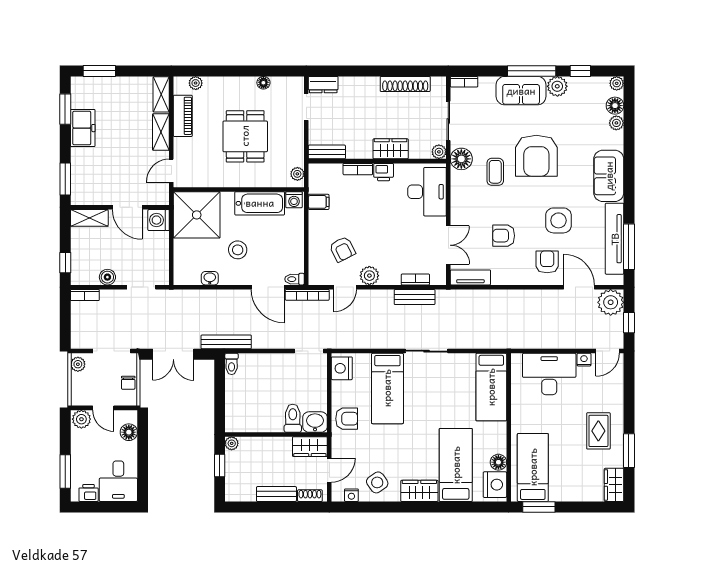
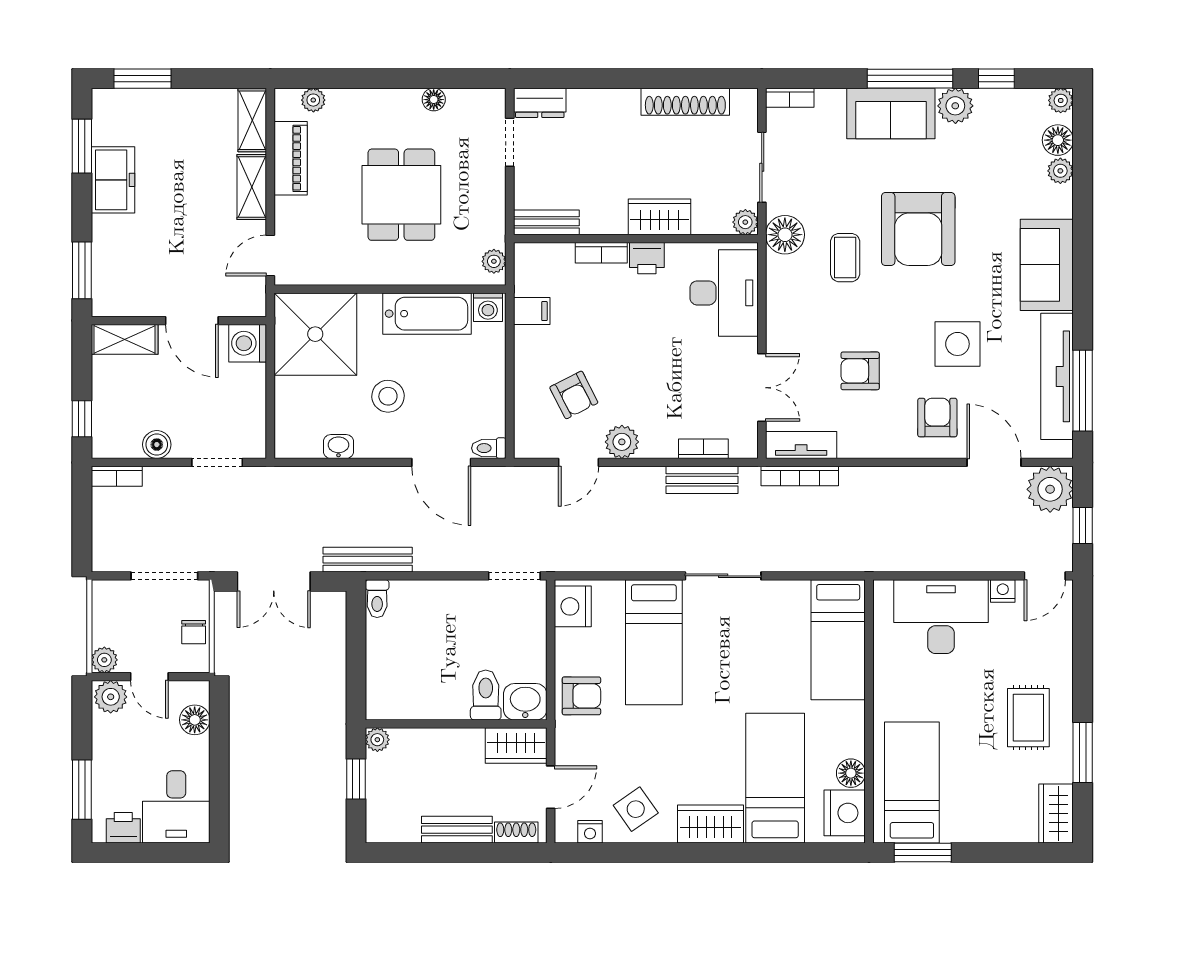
bookcase: (307, 295) -> (800, 476), moved
plant: (78, 364) -> (104, 660), moved

